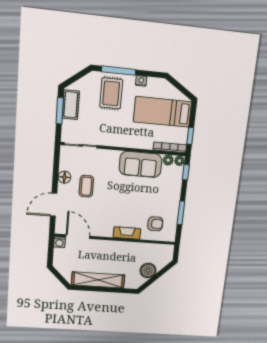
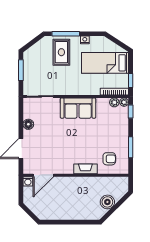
cot: (71, 105) -> (29, 64), removed
sofa: (141, 164) -> (78, 108), moved
coffee table: (86, 186) -> (47, 130), removed
door: (78, 237) -> (43, 175), swing flipped
shelving: (98, 280) -> (64, 214), removed

